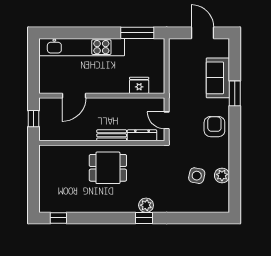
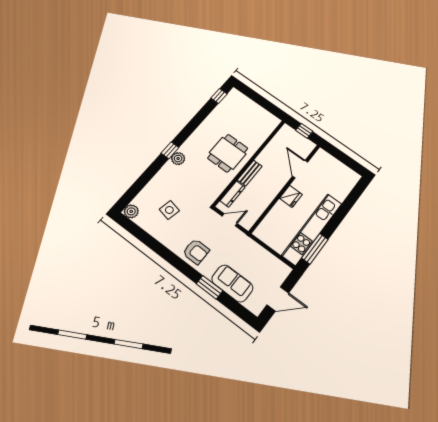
kitchen unit: (82, 47) -> (312, 229), moved
fridge: (139, 85) -> (291, 196), moved
plant: (222, 175) -> (131, 211), moved

